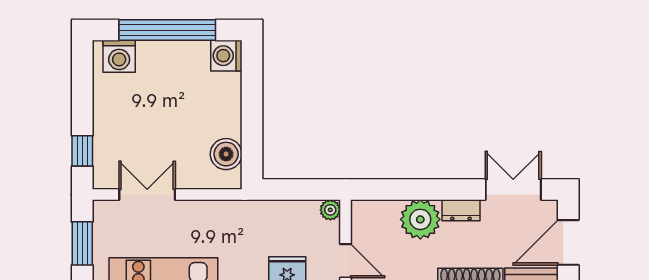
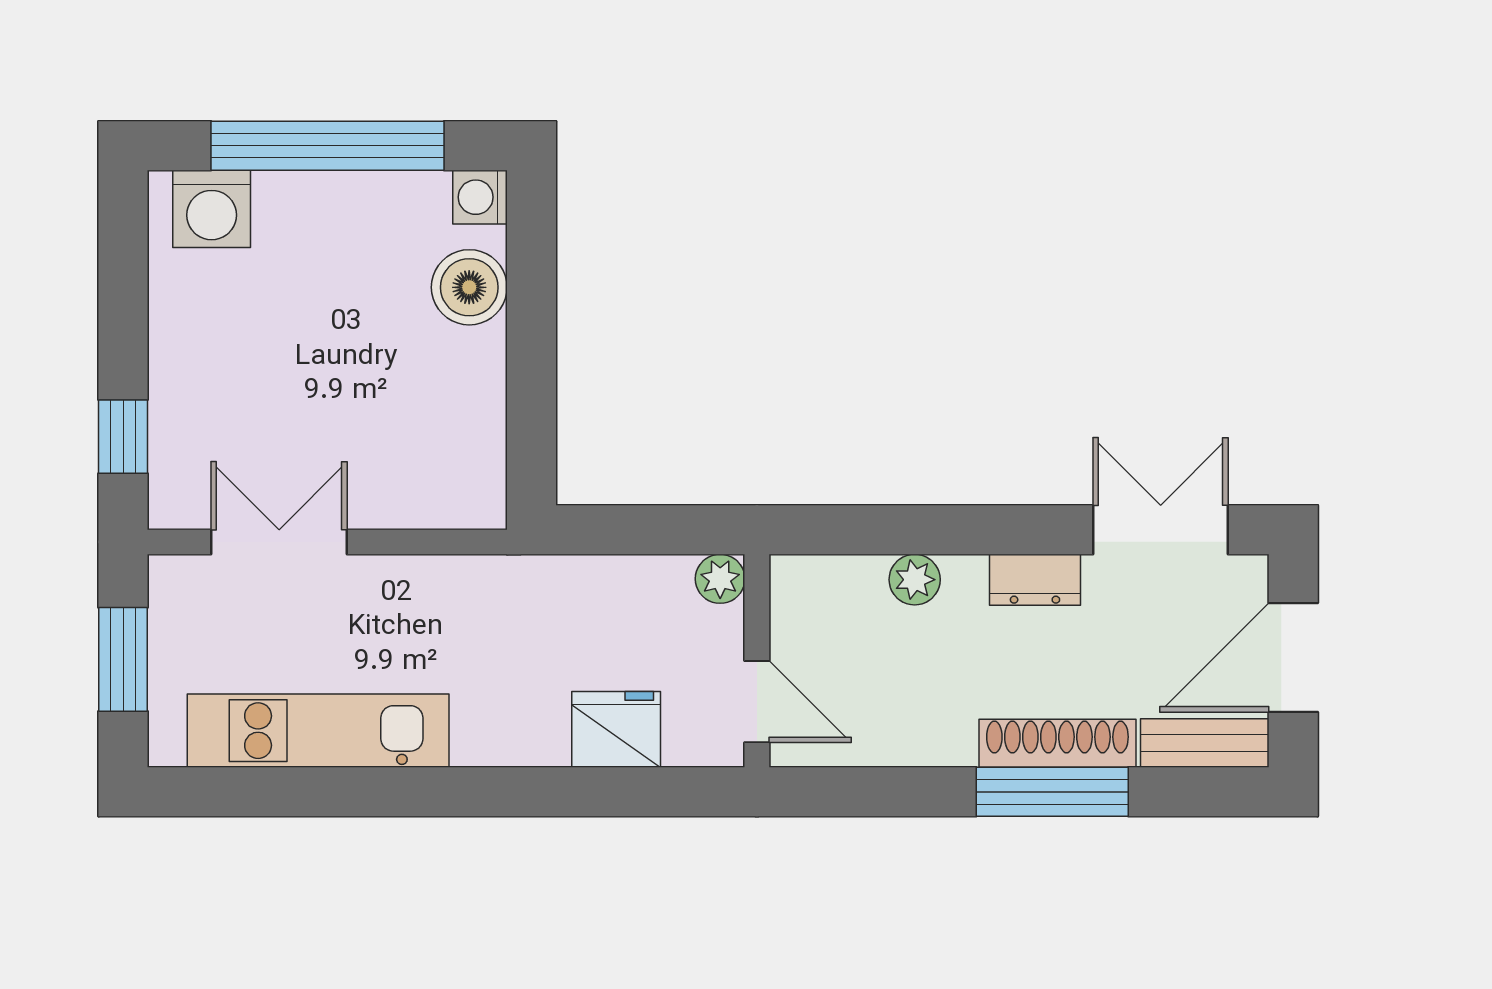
washing machine: (226, 56) -> (480, 197), width x0.73, depth x0.73
boiler: (226, 154) -> (469, 287), moved
plant: (420, 219) -> (915, 580), width x0.53, depth x0.53

